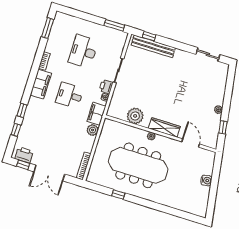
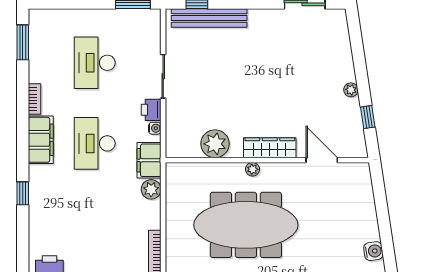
desk: (70, 95) -> (95, 143), width x1.37
window: (16, 130) -> (23, 229), removed
water cooler: (206, 180) -> (373, 251), moved

